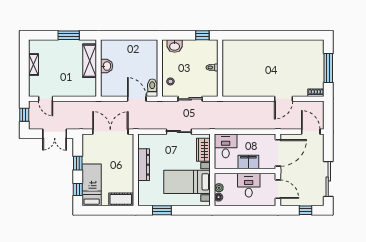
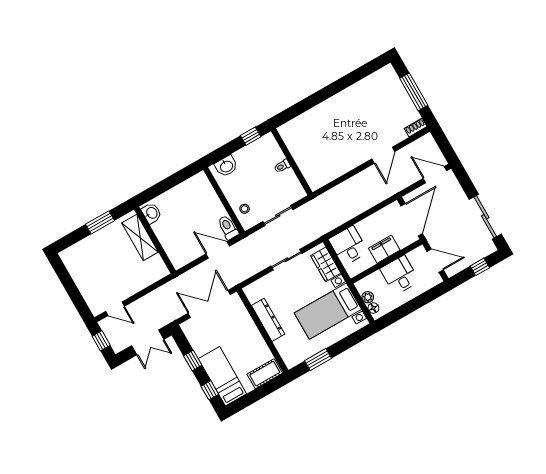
shelving: (33, 64) -> (79, 278), removed
washbasin: (107, 66) -> (152, 213), moved

